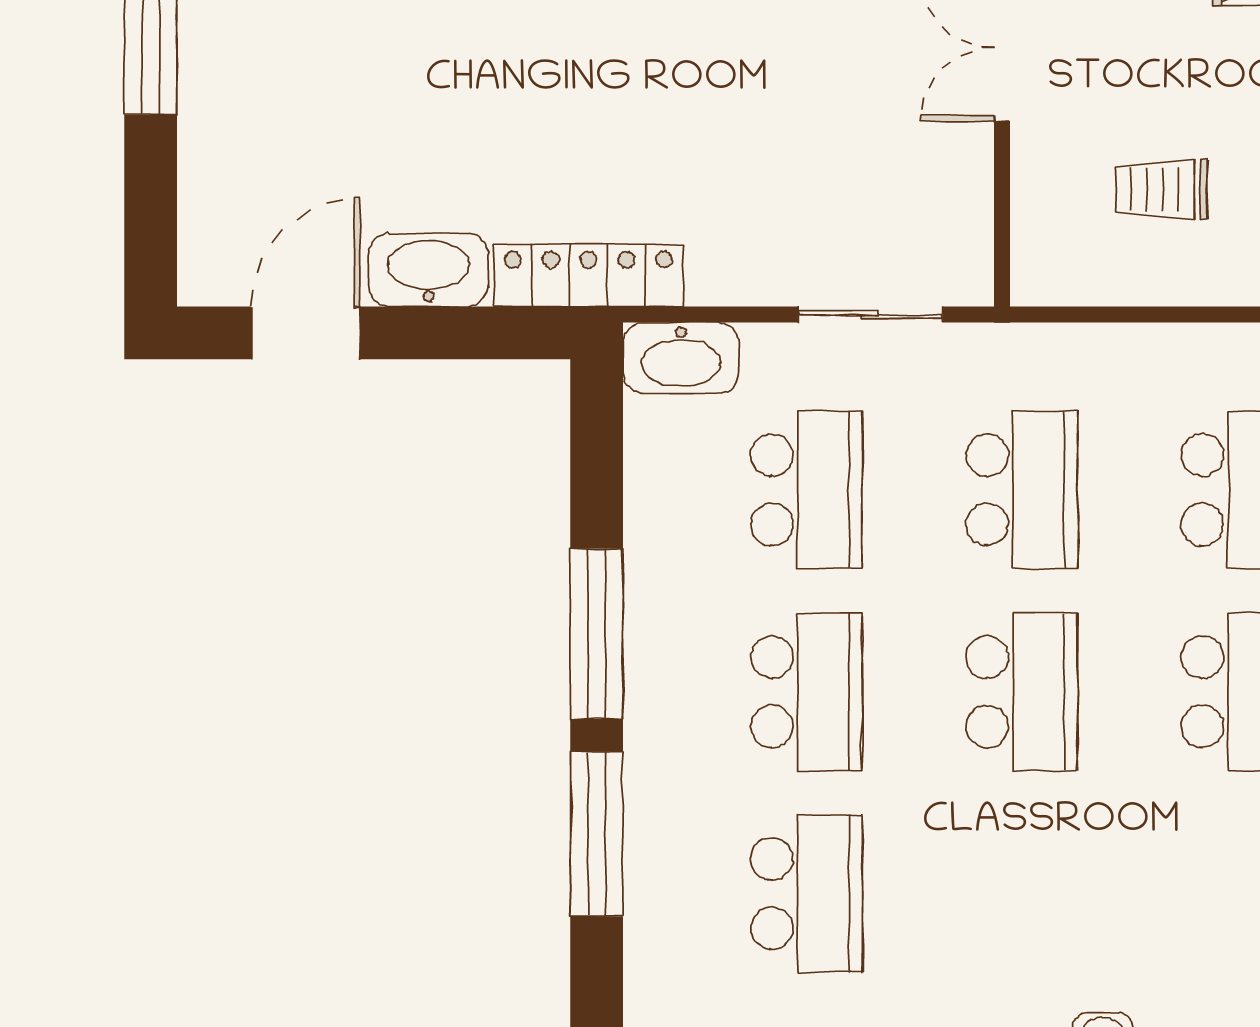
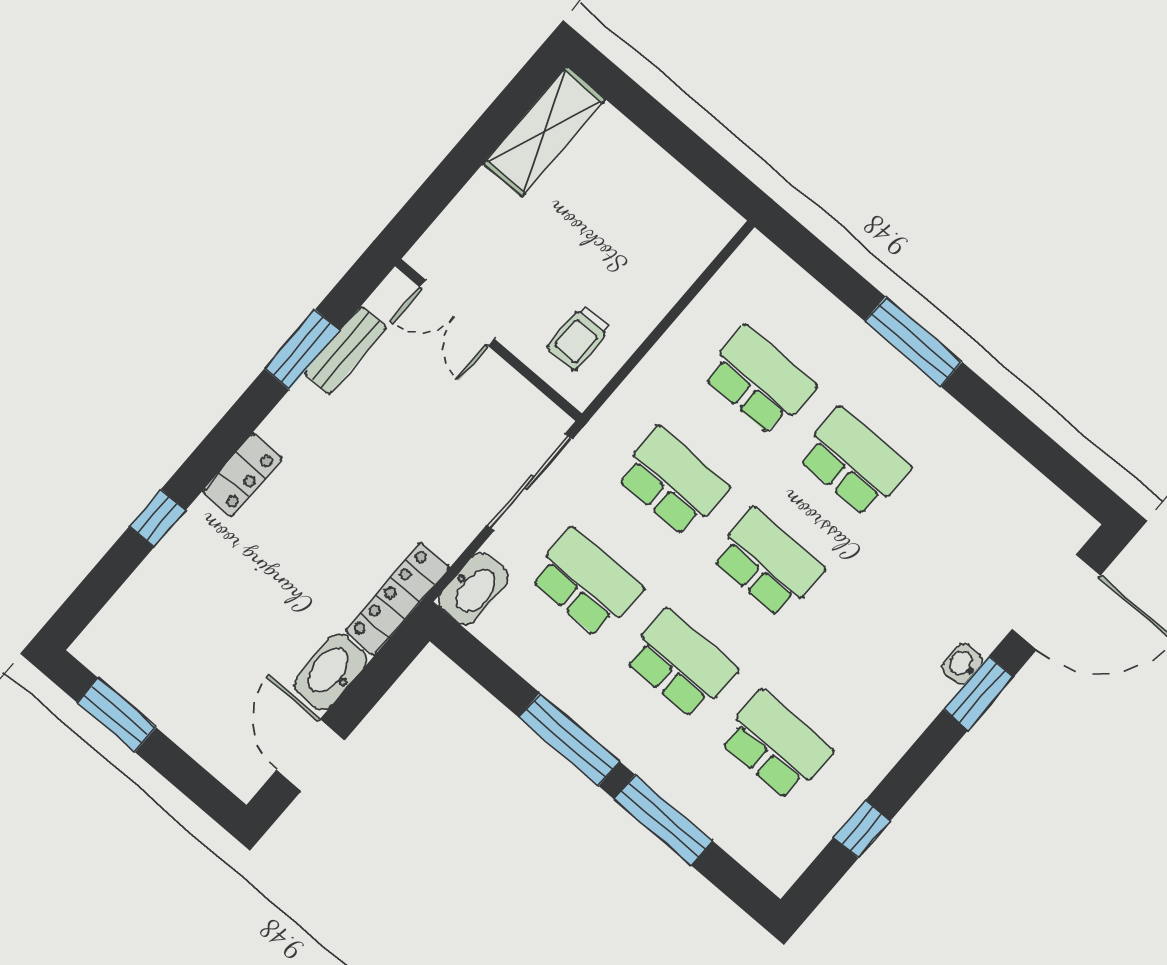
trolley: (1161, 189) -> (579, 338), moved
sliding door: (870, 315) -> (529, 482), width x1.37

